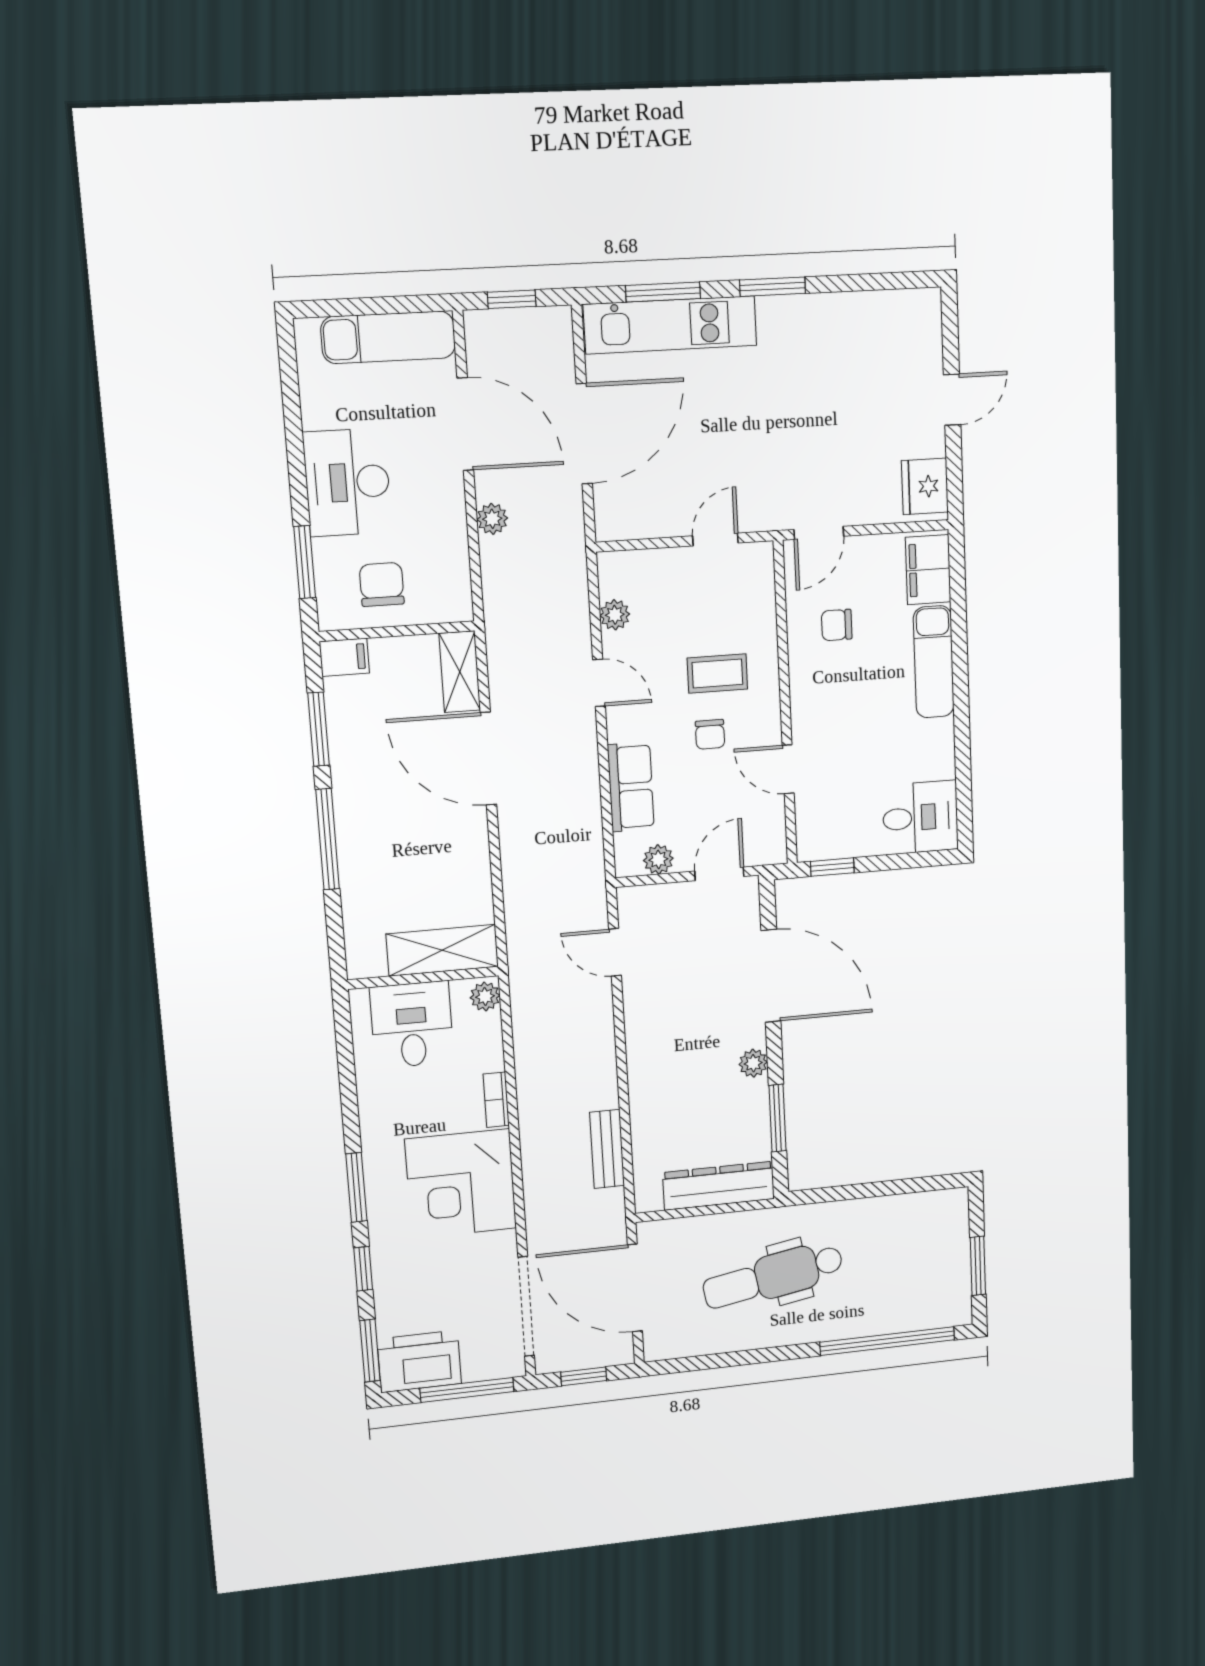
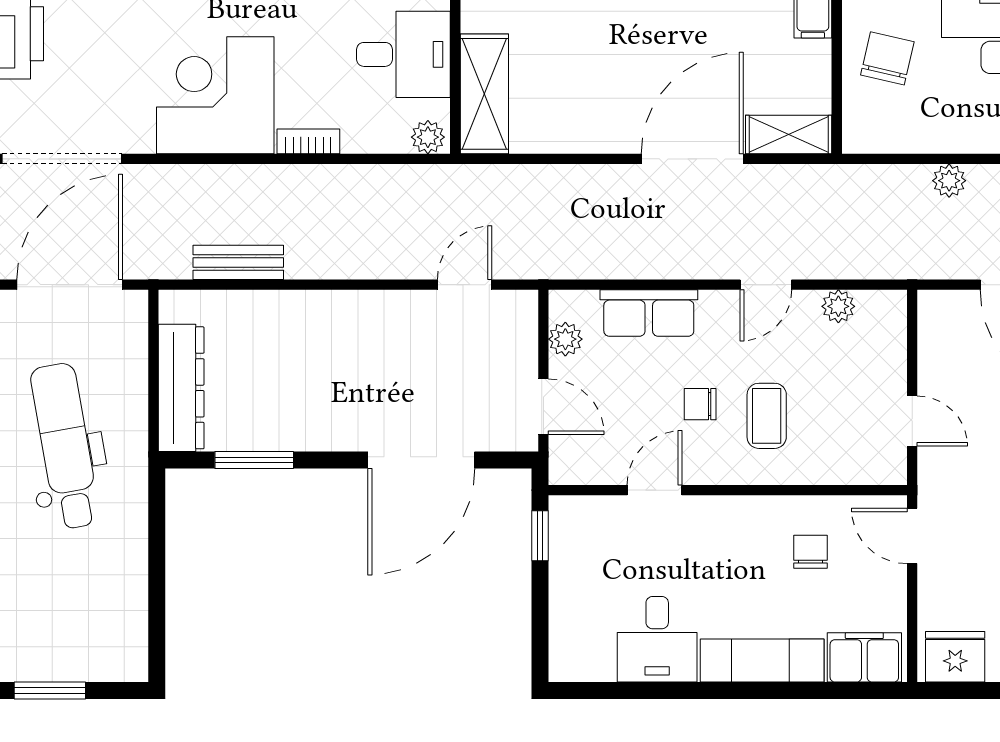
chair: (382, 584) -> (887, 58), turned -77
desk: (920, 817) -> (657, 639), moved
plant: (753, 1063) -> (322, 435), removed

